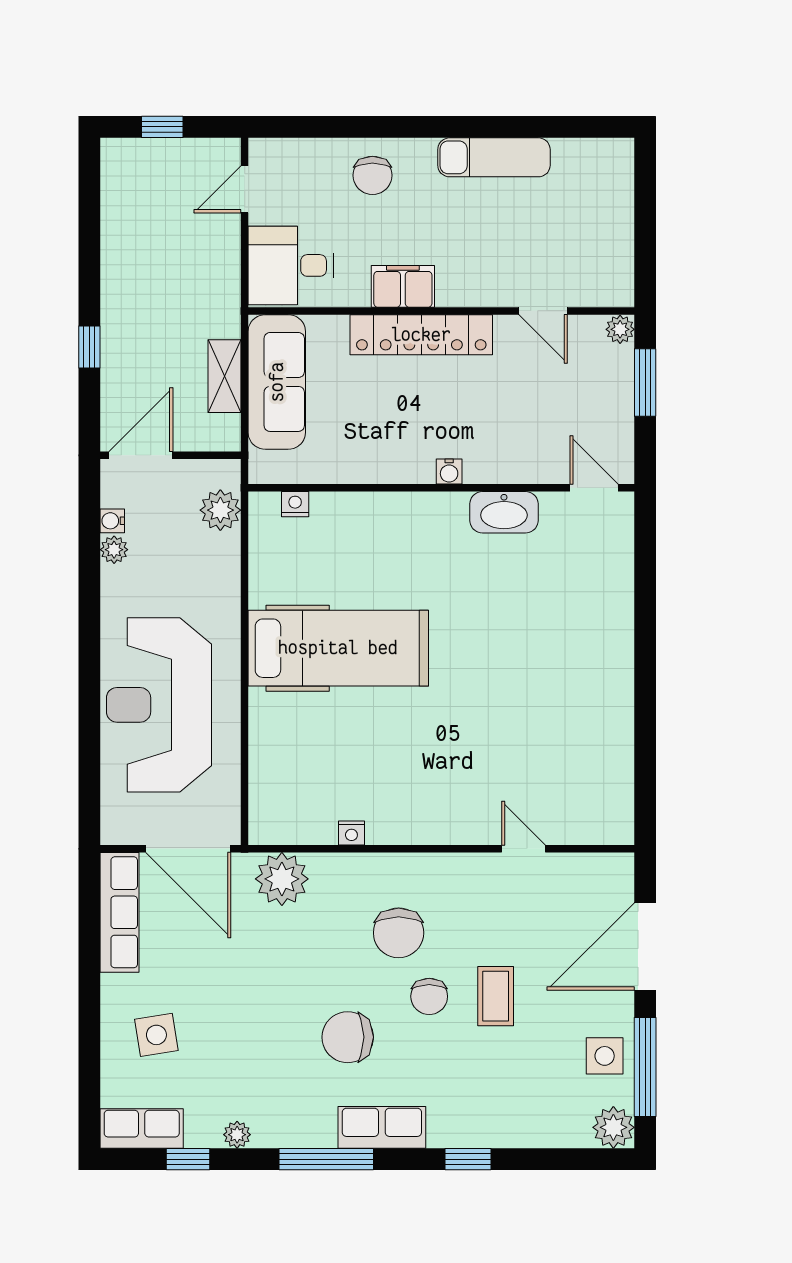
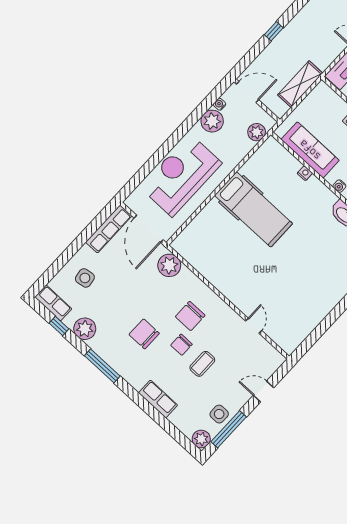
window: (89, 347) -> (274, 31), moved
shelving: (224, 376) -> (300, 84), width x1.50, depth x1.33
sofa: (277, 382) -> (310, 150), moved, turned -90
nightstand: (295, 504) -> (305, 173), moved
plant: (114, 550) -> (212, 121), width x1.88, depth x1.88
nightstand: (351, 833) -> (204, 271), removed
door: (645, 946) -> (263, 391), width x0.53
row of seats: (382, 1127) -> (158, 399), moved
plant: (237, 1135) -> (85, 329), width x1.87, depth x1.87
window: (468, 1159) -> (147, 407), removed

